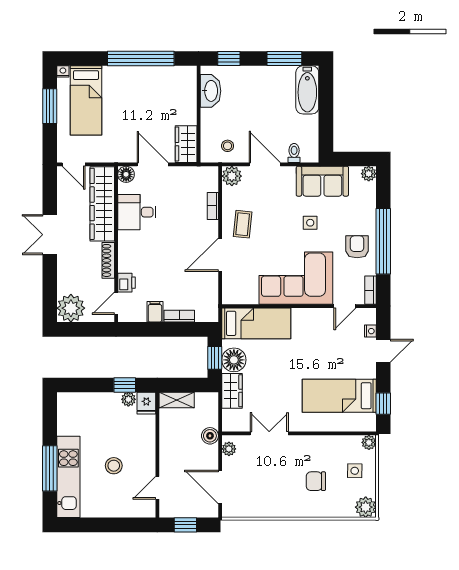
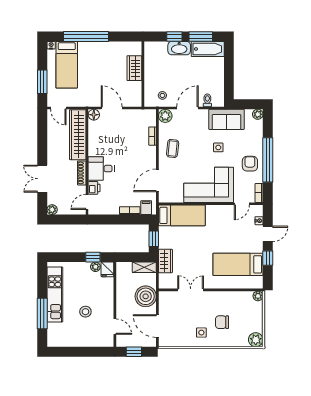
window: (141, 59) -> (86, 36), moved
window: (229, 59) -> (174, 36), moved
bathtub: (307, 90) -> (208, 49), moved, turned -90
washbasin: (211, 91) -> (179, 48), moved, turned 90
window: (50, 106) -> (42, 82), moved
wardrobe: (186, 144) -> (134, 68), moved
door: (265, 164) -> (188, 108), hinge flipped
desk: (137, 212) -> (101, 169), moved
double door: (50, 235) -> (42, 179), moved
door: (220, 255) -> (157, 180), moved
plant: (71, 308) -> (52, 210), width x0.53, depth x0.53
filing cabinet: (155, 312) -> (146, 208), moved
floor lamp: (234, 360) -> (167, 240), removed
shelving: (177, 400) -> (144, 267), moved
window: (383, 404) -> (268, 258), moved
boiler: (210, 436) -> (146, 296), width x1.86, depth x1.86
plant: (229, 449) -> (163, 300), removed
side table: (355, 471) -> (201, 333), moved
kitchen unit: (68, 477) -> (55, 294), moved
door: (157, 488) -> (115, 327), swing flipped

